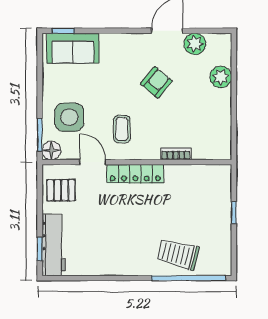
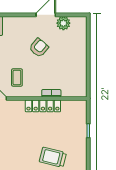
plant: (221, 77) -> (80, 44), removed
locker: (135, 174) -> (43, 106), moved

